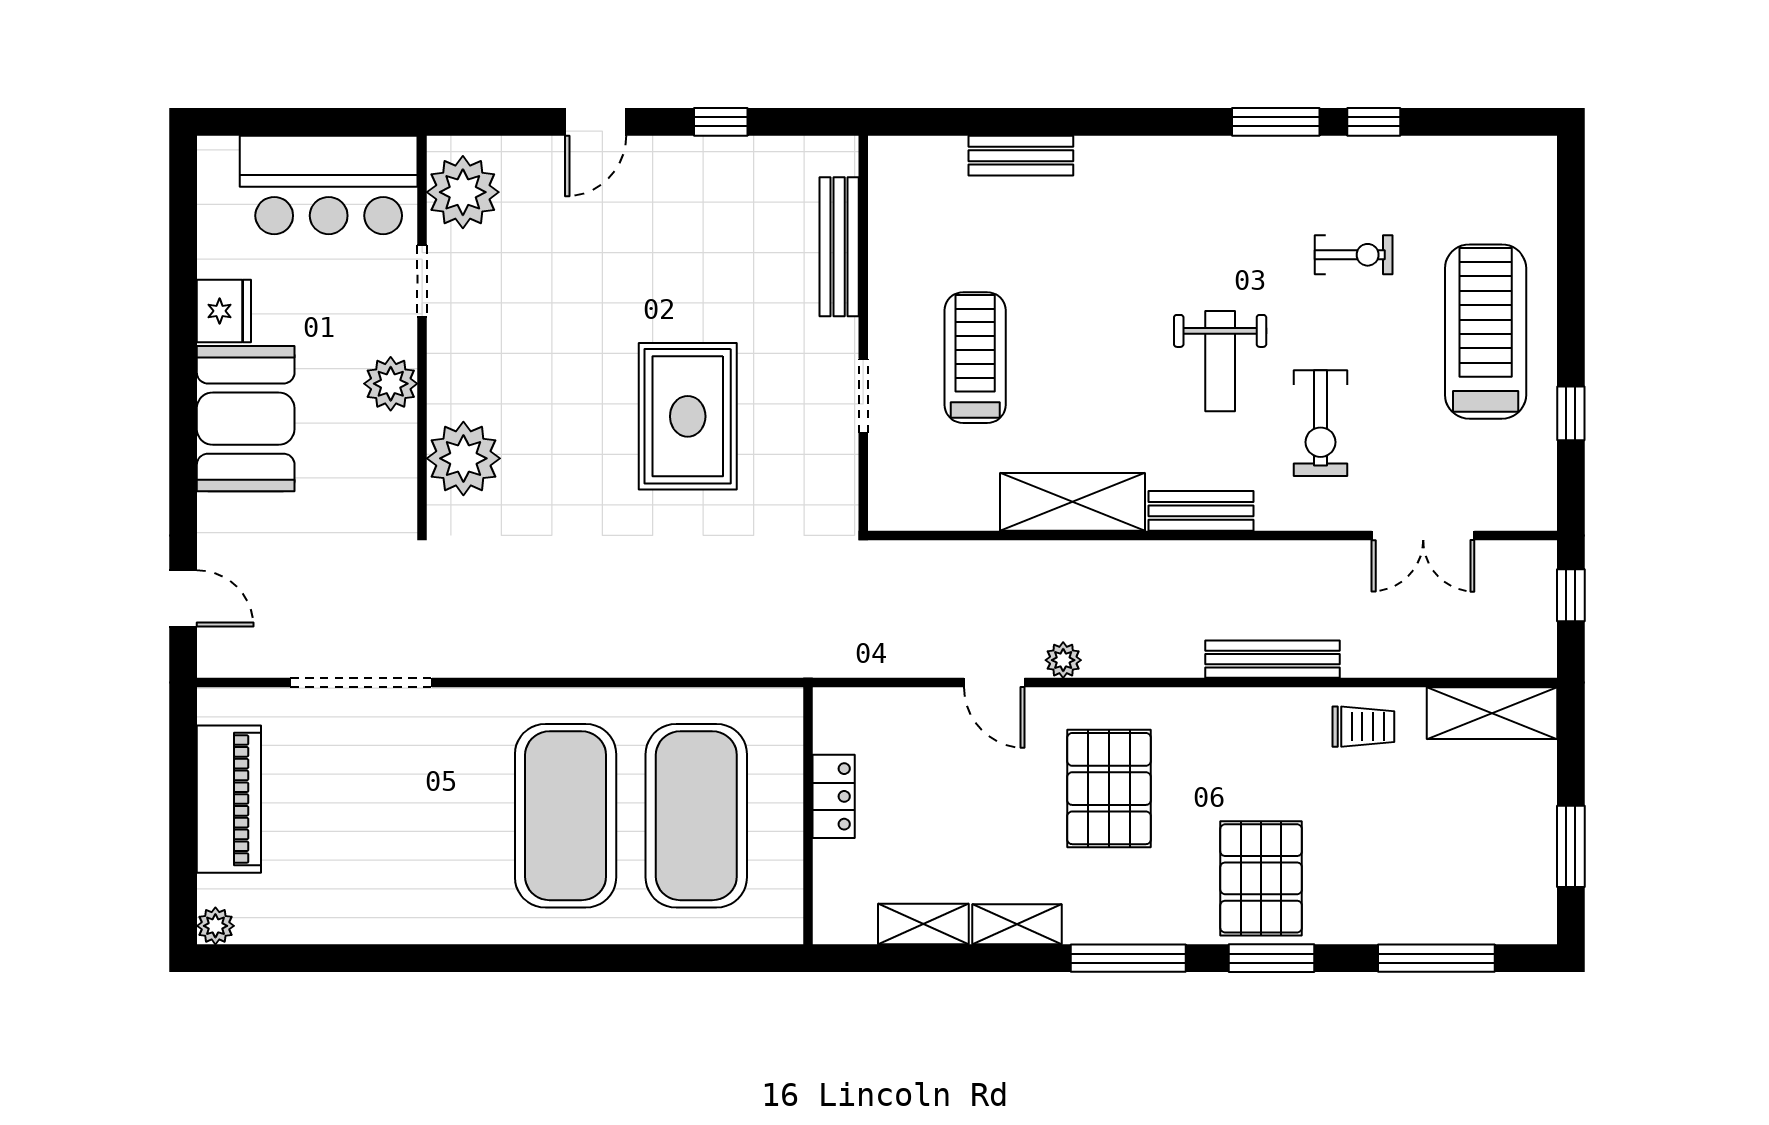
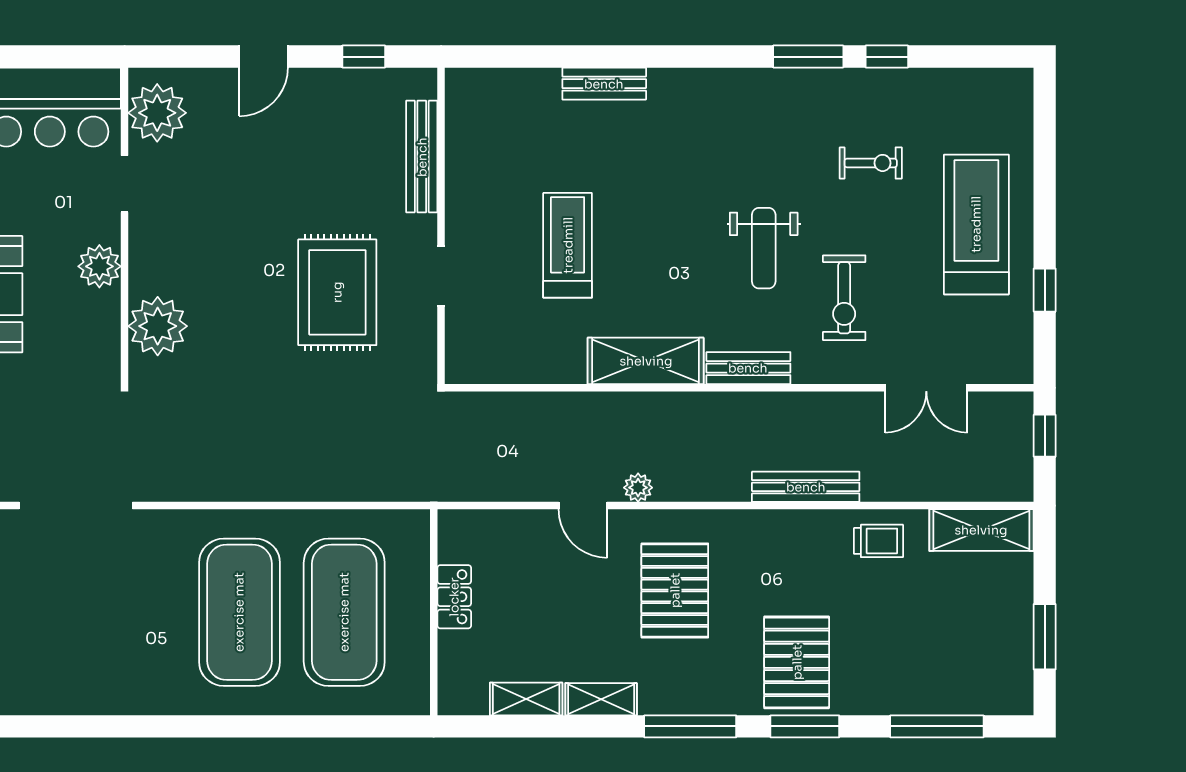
bench: (839, 247) -> (422, 157), moved
wall: (863, 333) -> (441, 226), moved
doorway: (863, 396) -> (441, 276), moved

